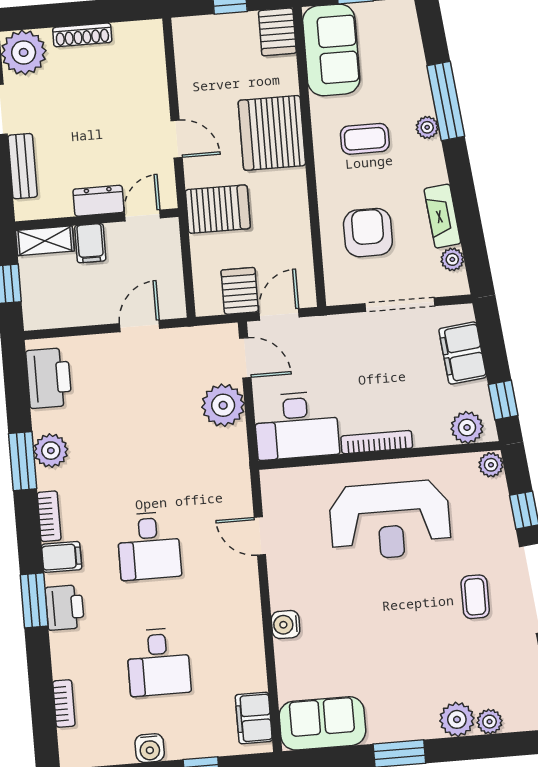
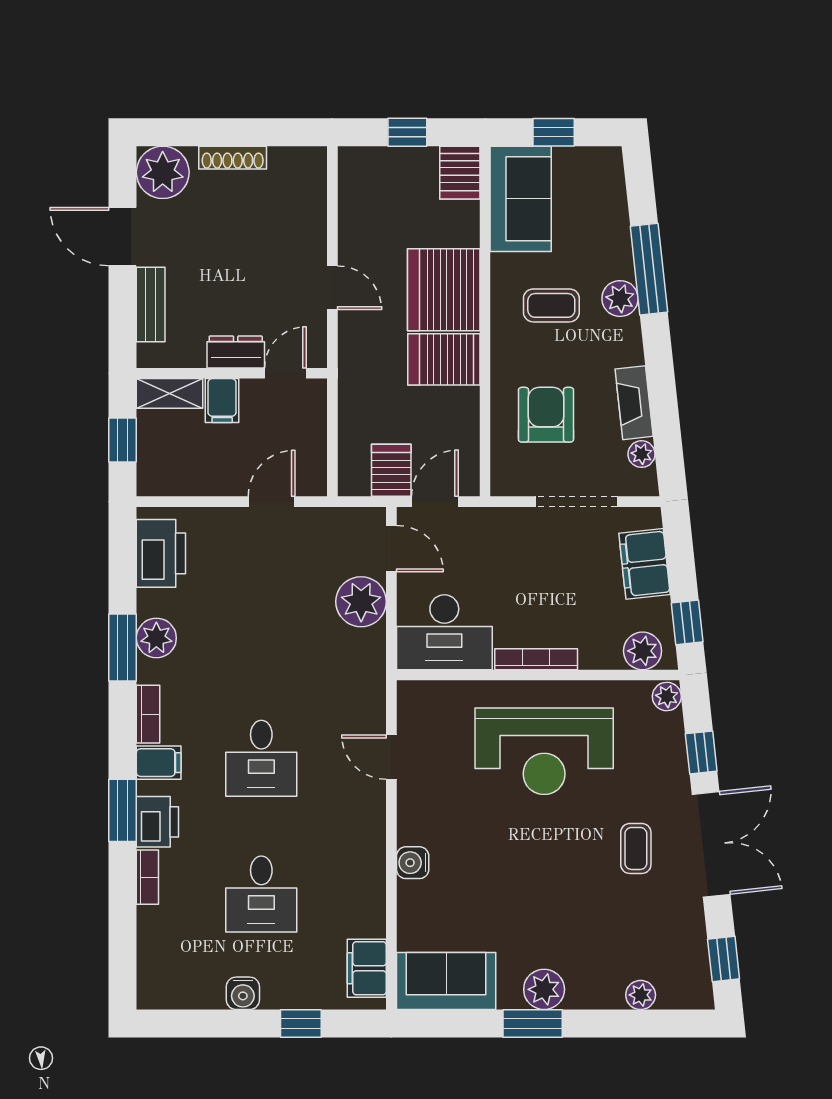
plant: (427, 127) -> (620, 299), width x1.38, depth x1.38
server rack: (218, 209) -> (444, 359), moved, turned 180
bookcase: (64, 703) -> (147, 877), moved
plant: (457, 719) -> (544, 989), moved

